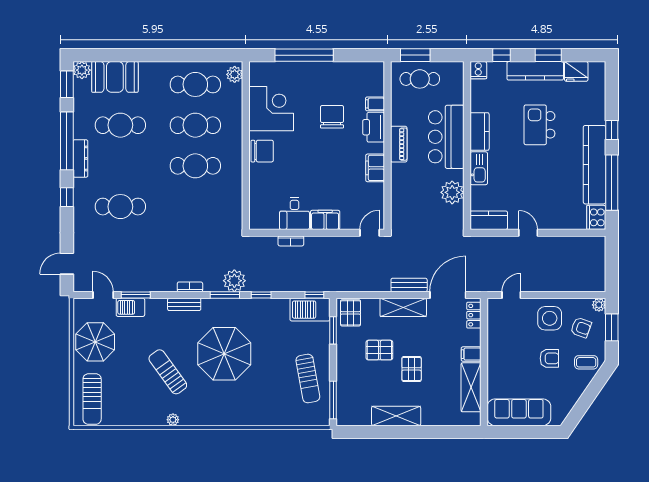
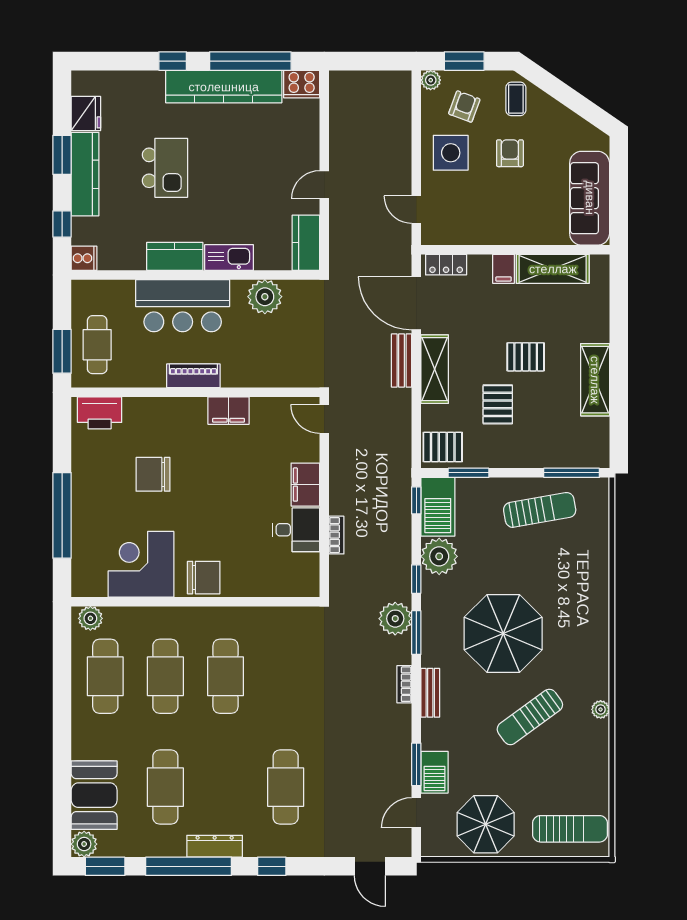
filing cabinet: (375, 104) -> (134, 411), removed
kitchen island: (539, 125) -> (165, 168), turned -90
printer: (374, 127) -> (100, 413), moved
chair: (262, 151) -> (204, 578), turned 90
plant: (276, 310) -> (439, 556), added

